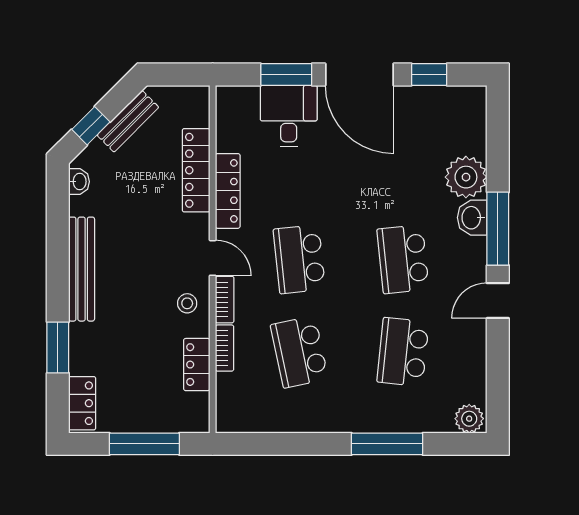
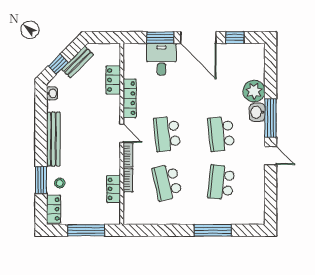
locker: (196, 170) -> (113, 80), width x0.66
door: (498, 301) -> (271, 155), swing flipped
stool: (187, 303) -> (60, 183), moved
plant: (469, 419) -> (256, 217), removed

